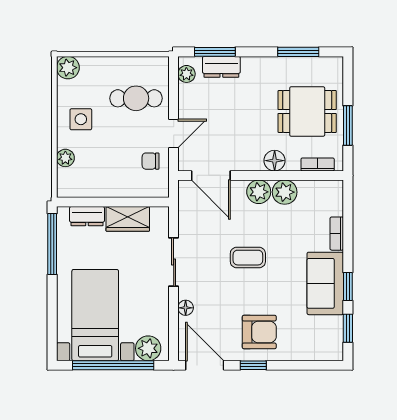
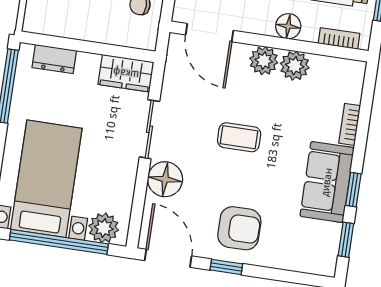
wardrobe: (128, 219) -> (126, 73), moved
floor lamp: (186, 308) -> (165, 179), width x1.89, depth x1.89

